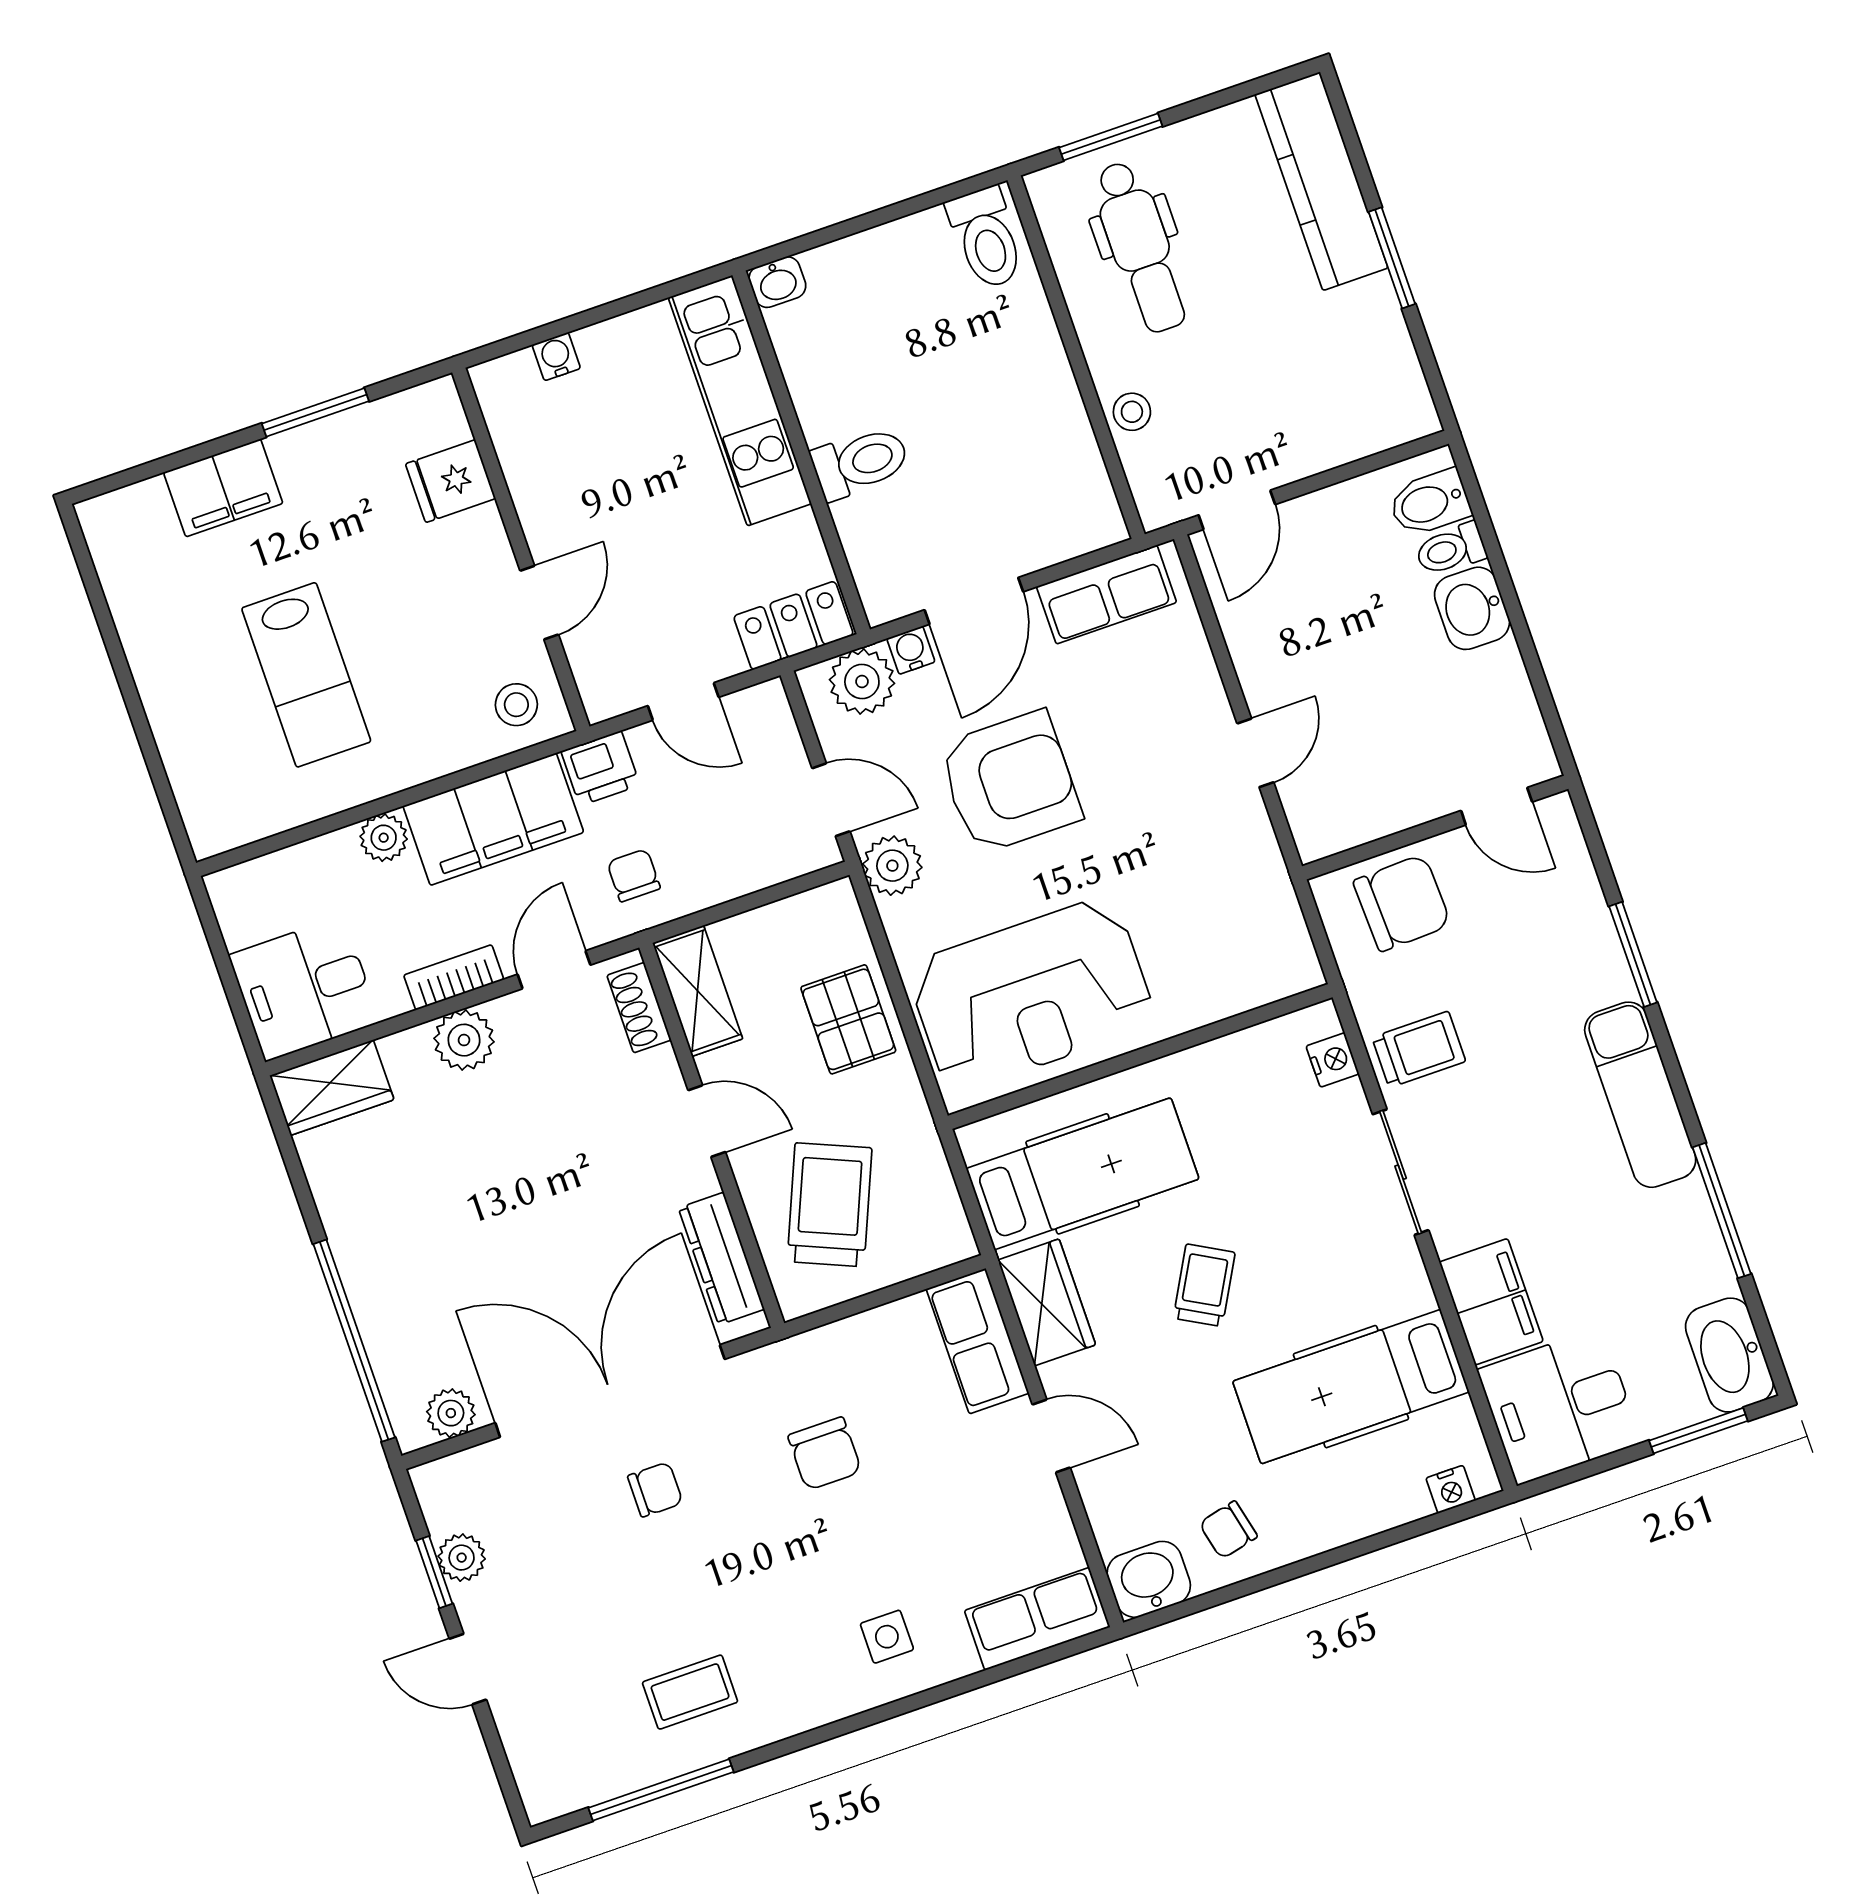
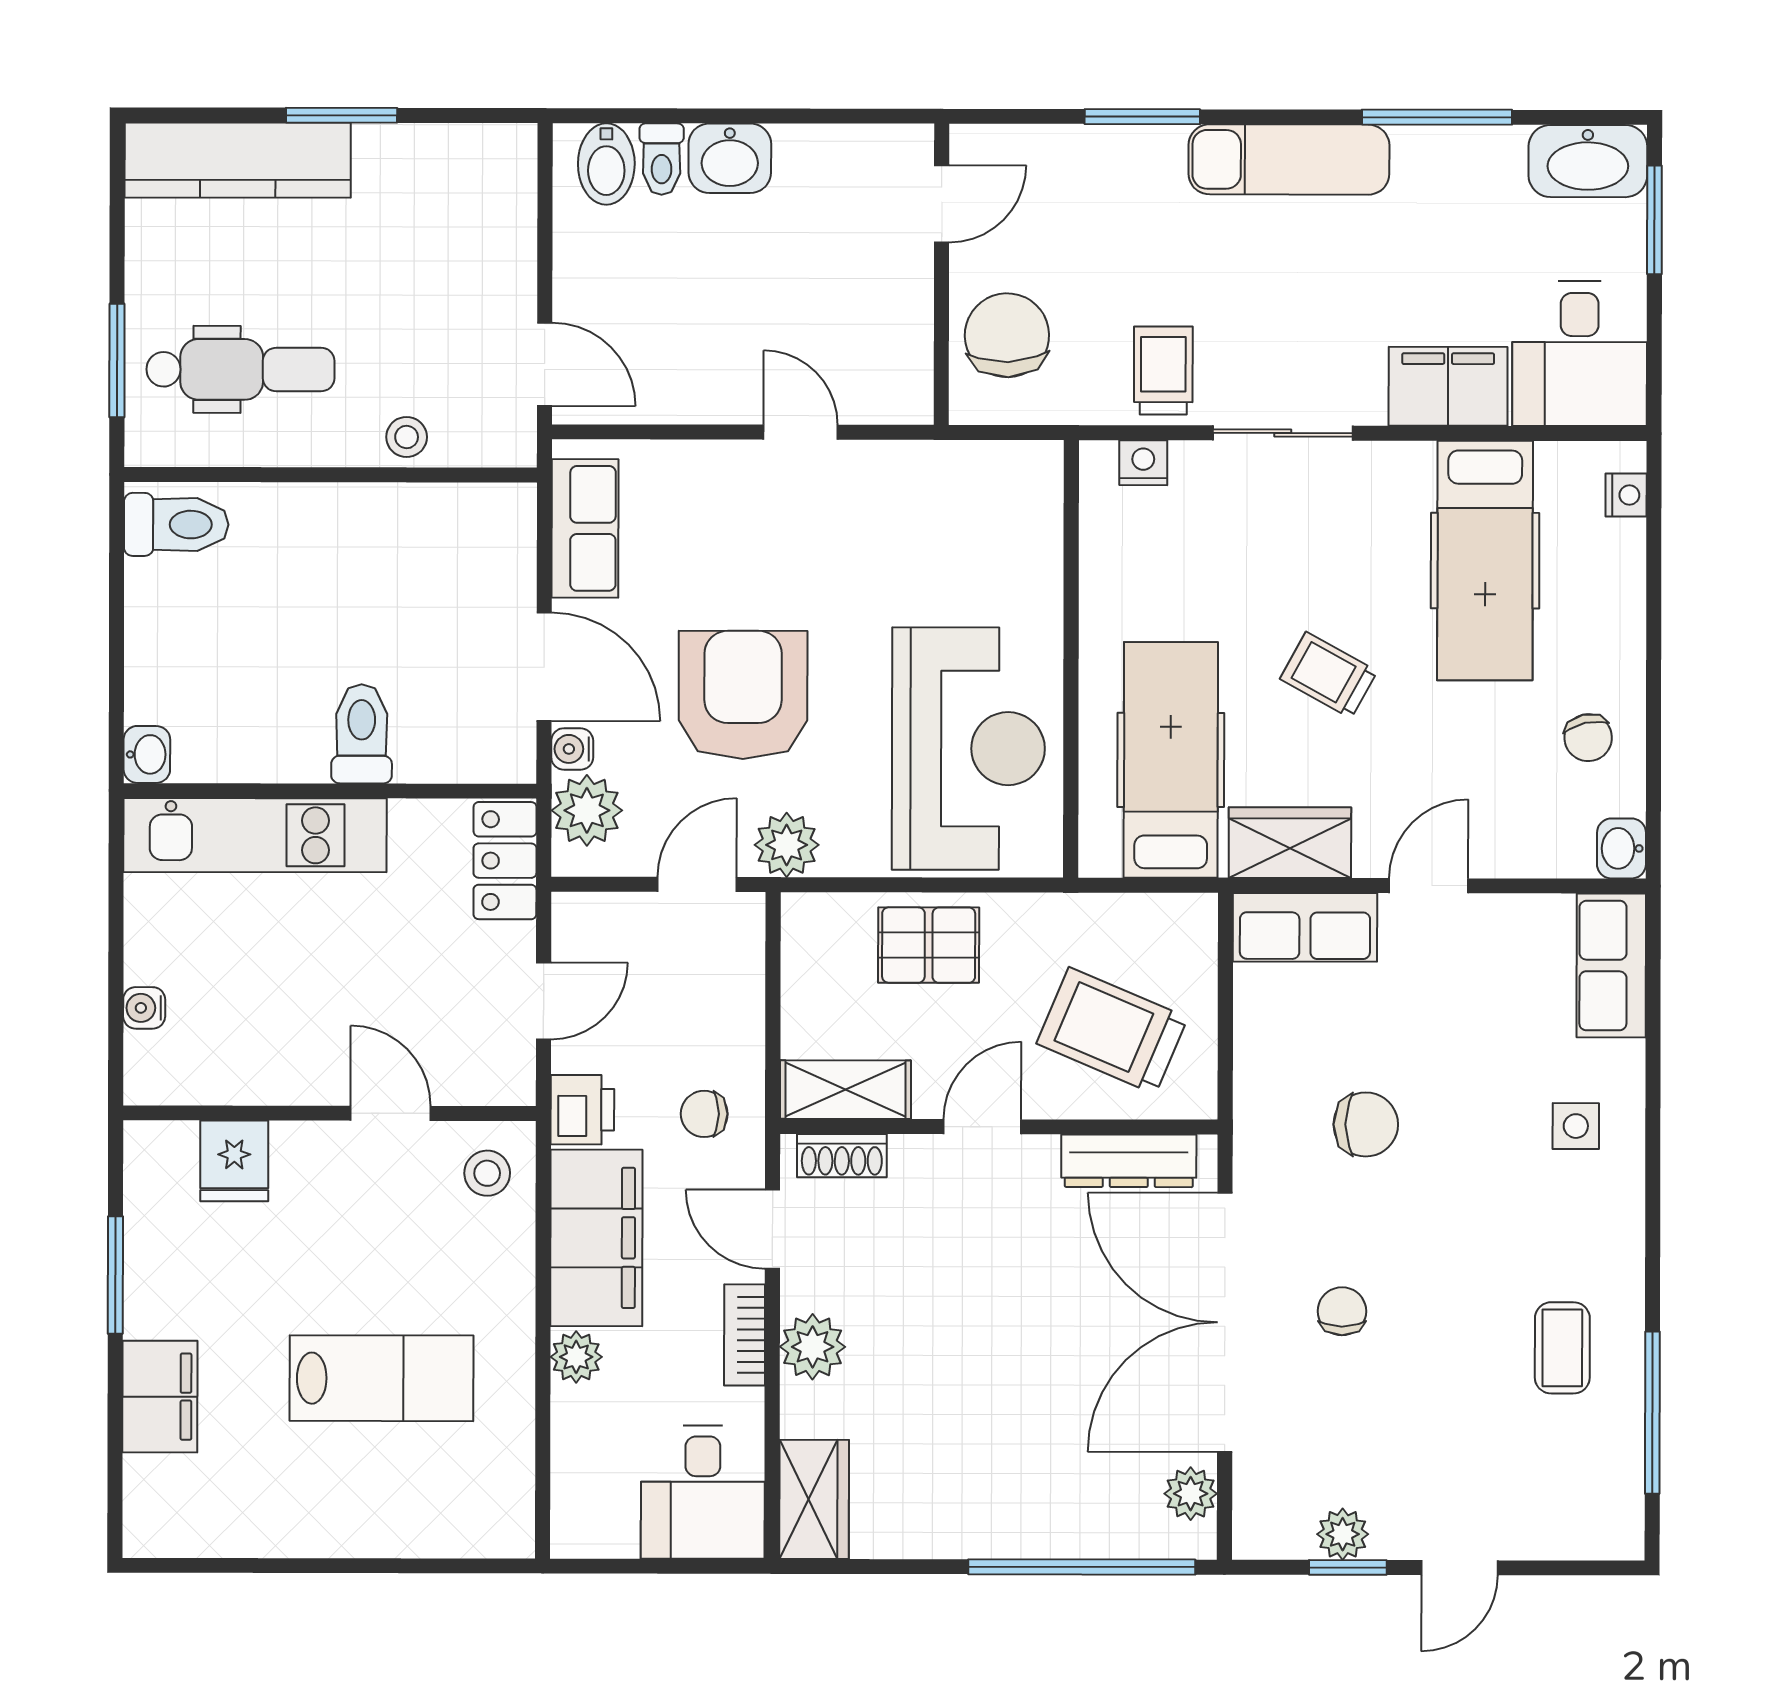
washbasin: (1149, 1579) -> (1621, 848), width x0.72, depth x0.69

